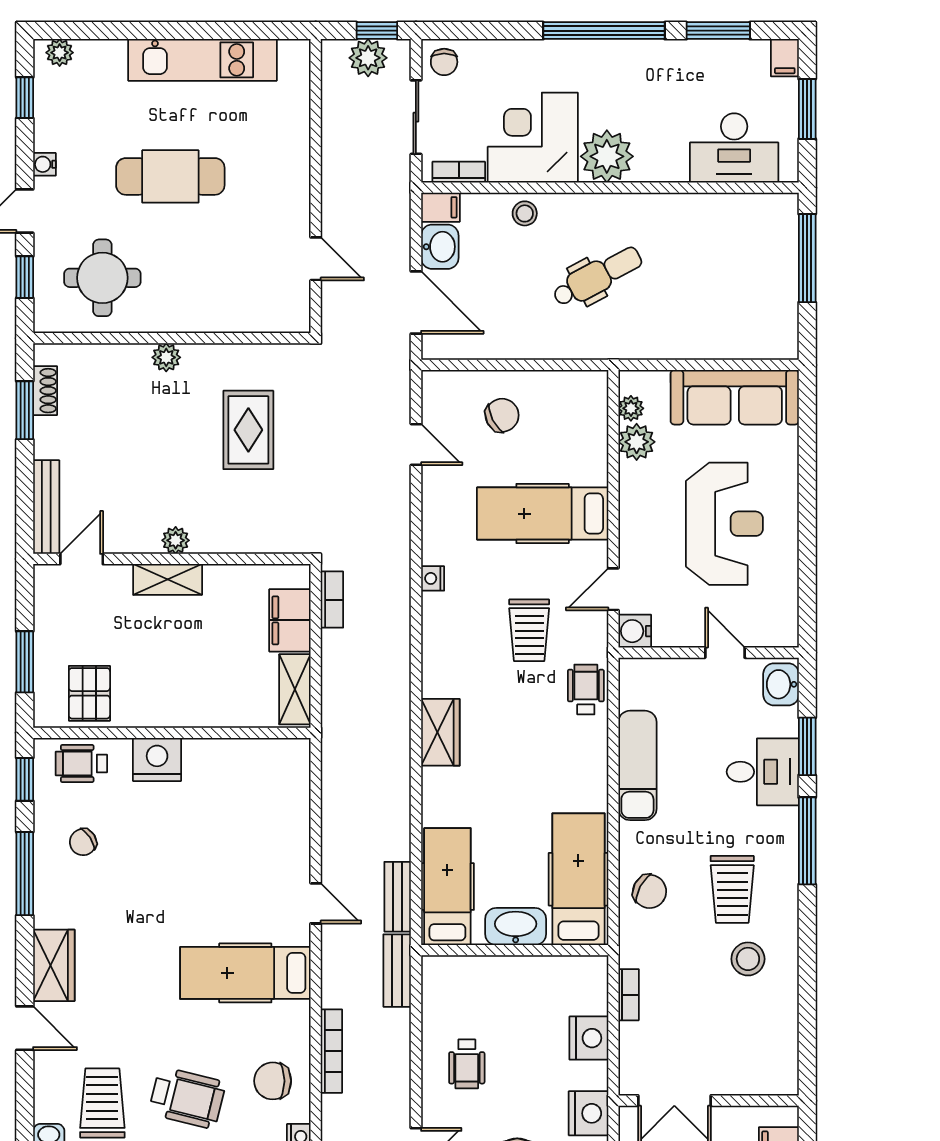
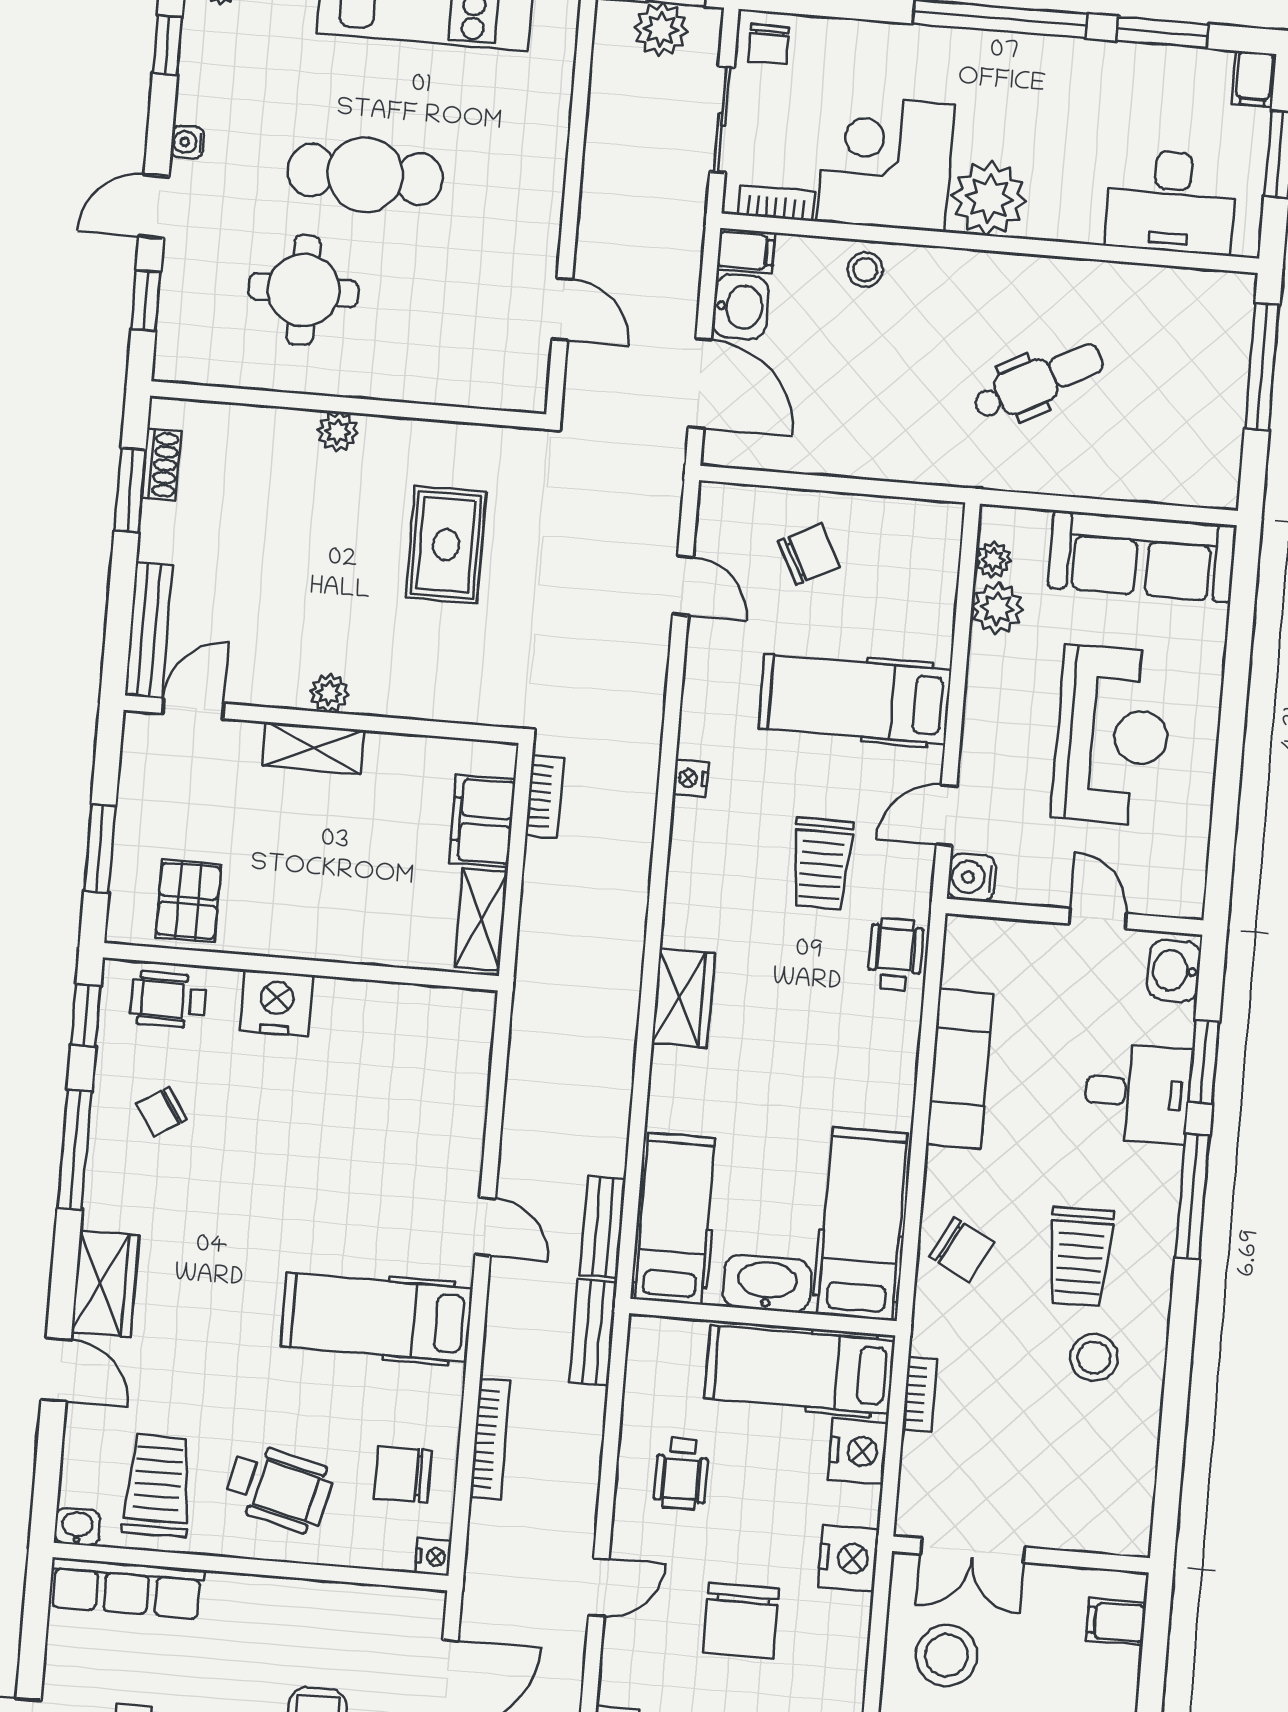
dental chair: (597, 277) -> (1038, 382), moved
round table: (102, 278) -> (304, 290), moved
hospital bed: (543, 984) -> (800, 1369), added

